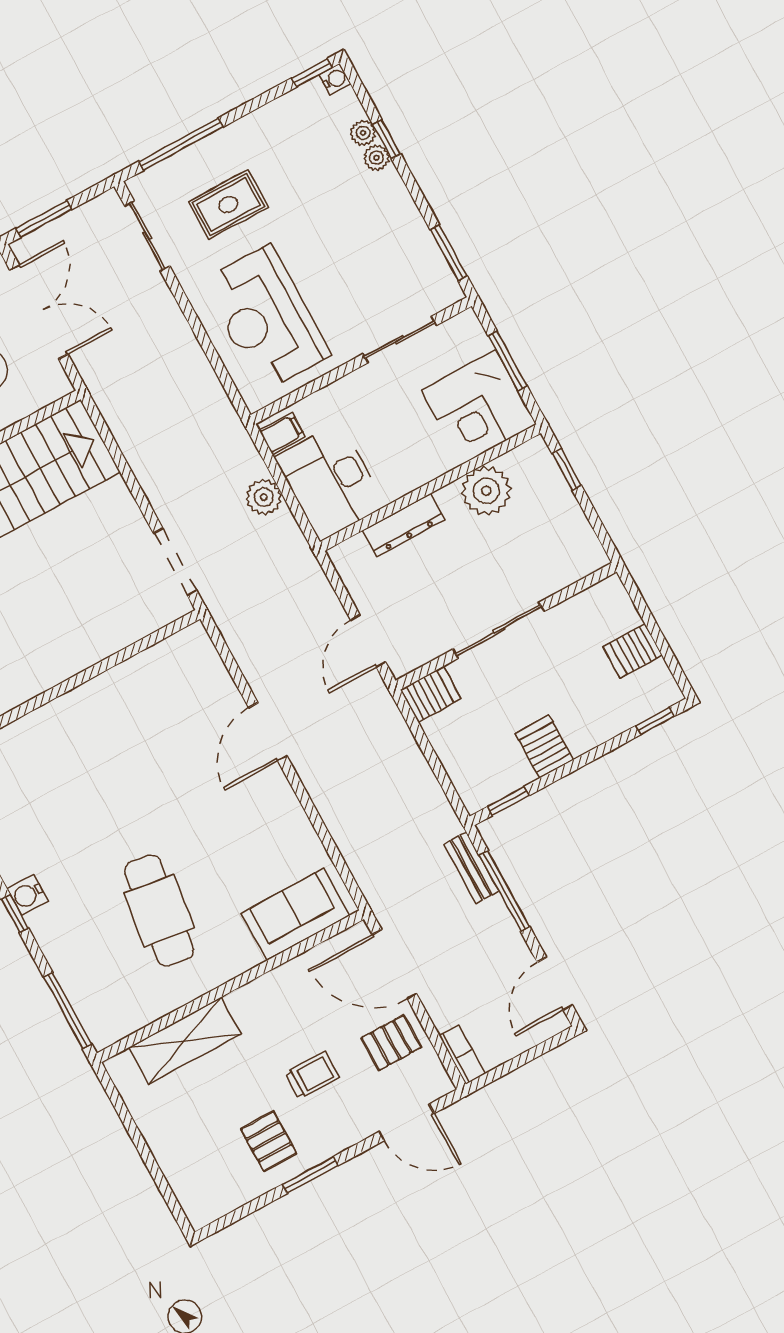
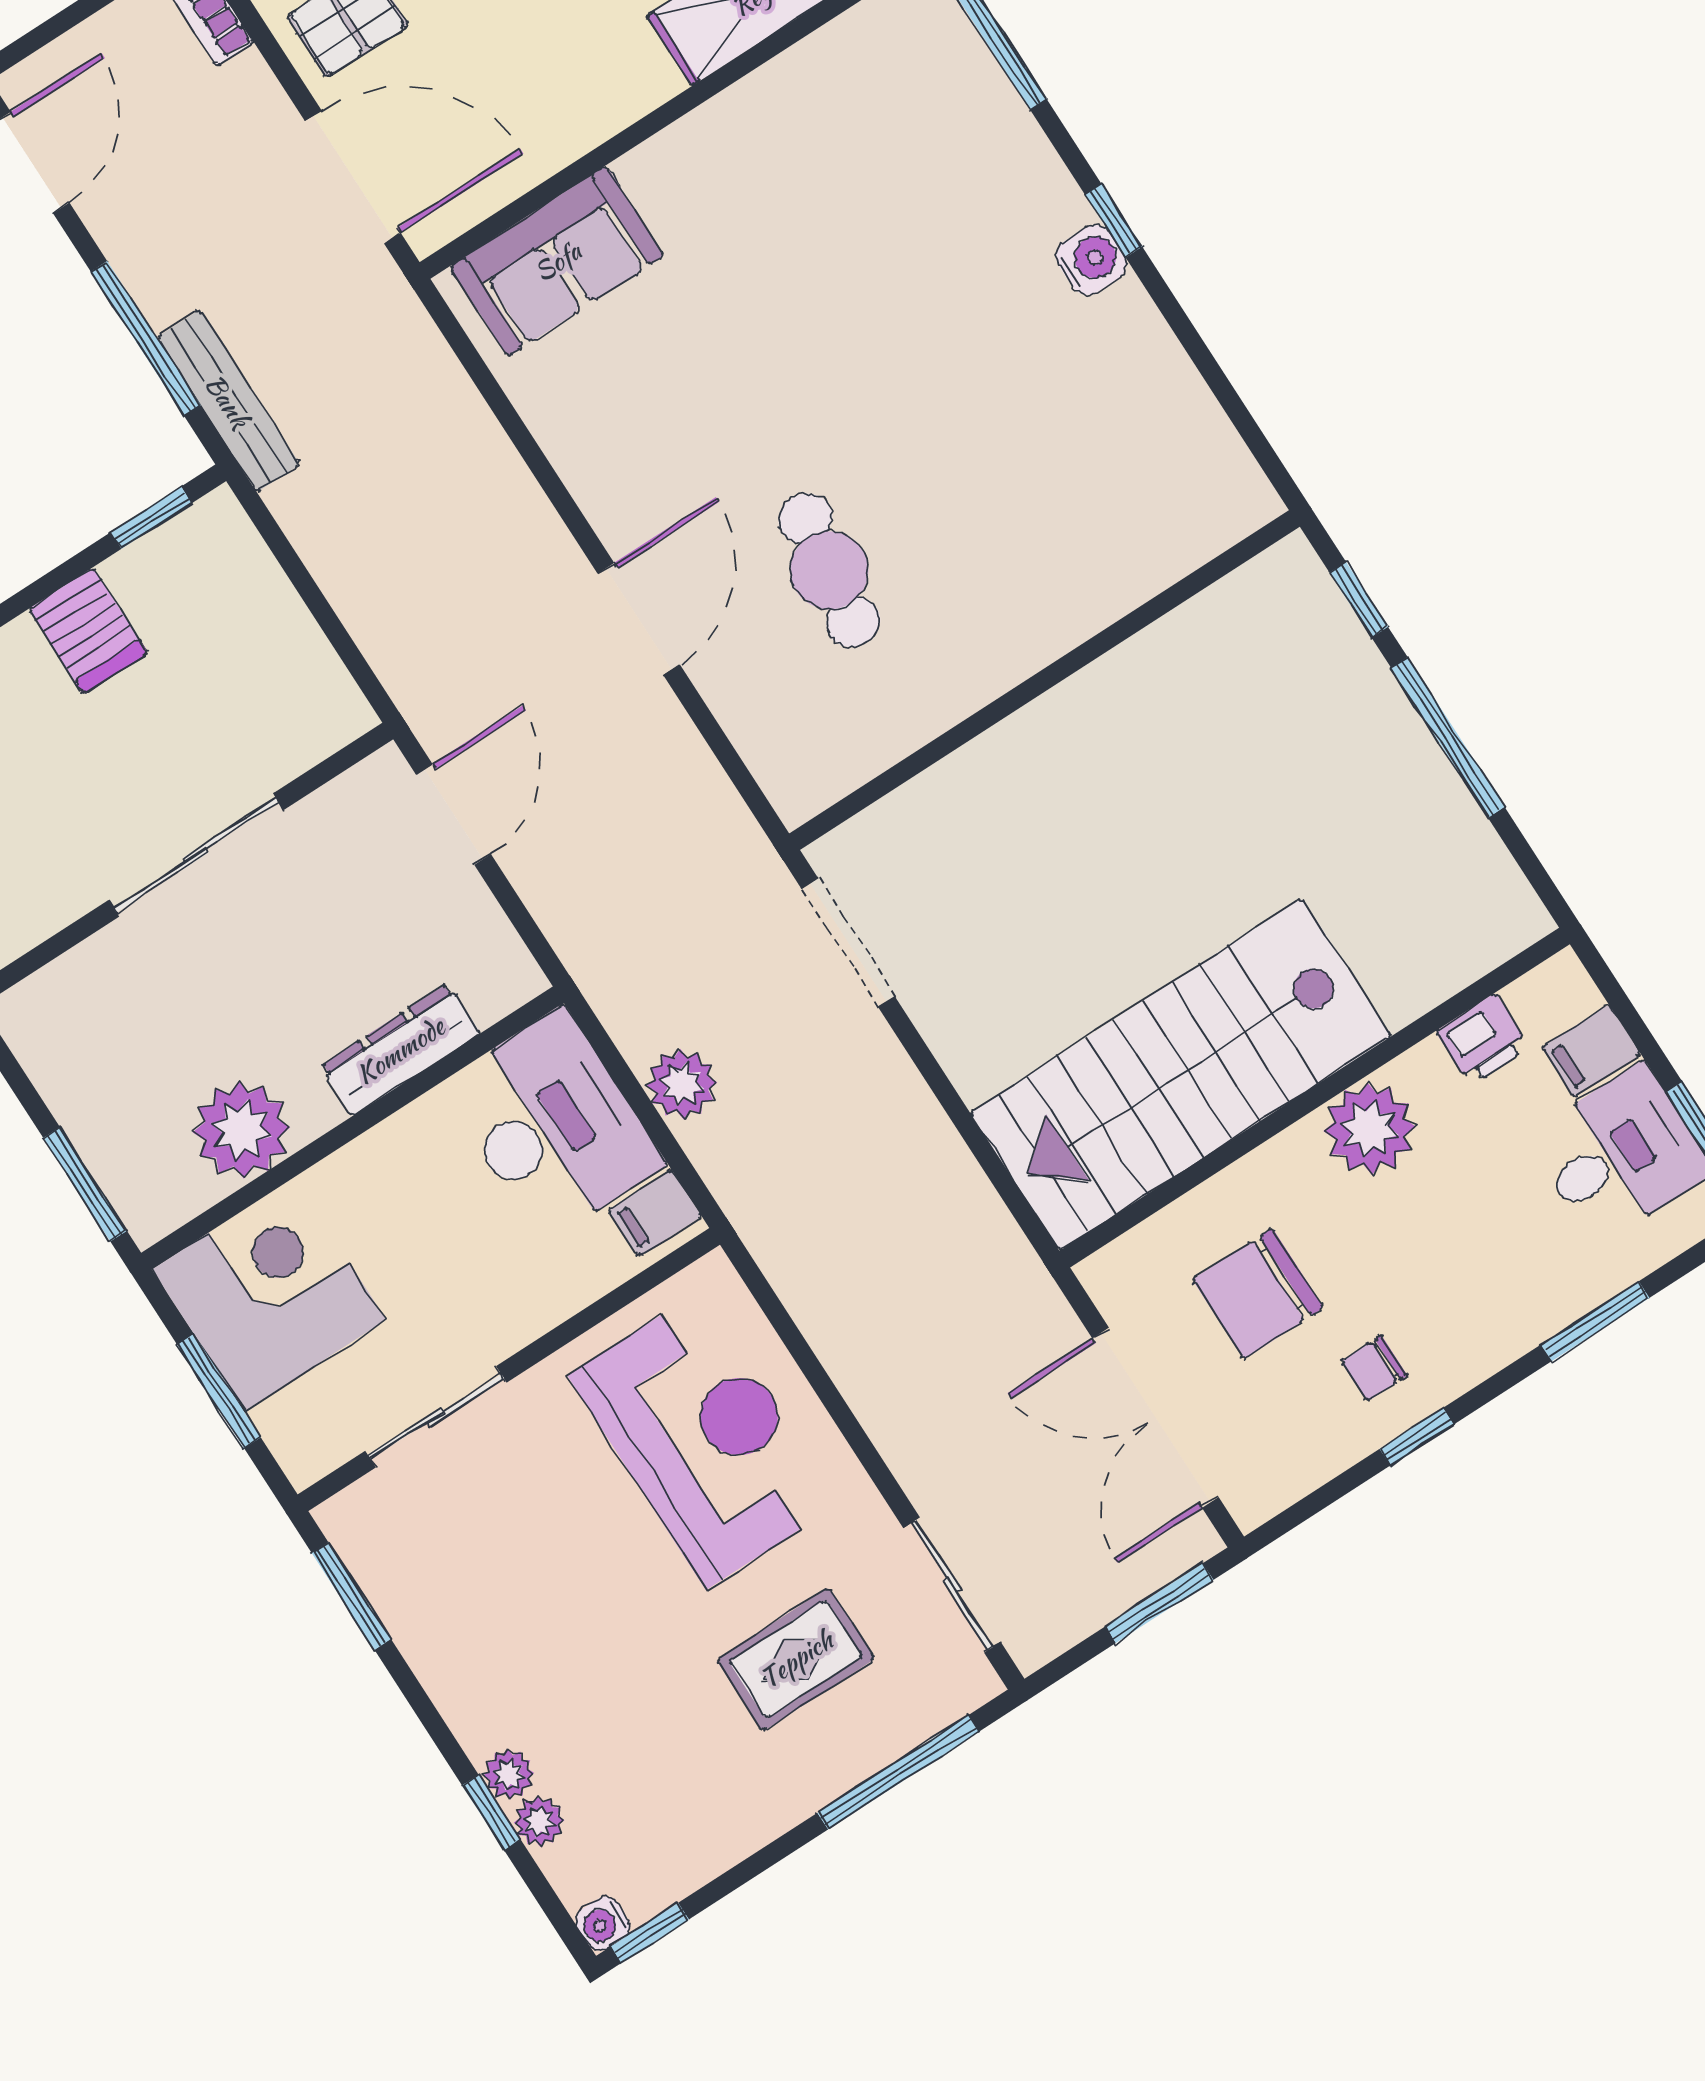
window: (567, 469) -> (85, 1184), width x1.50
server rack: (431, 694) -> (321, 718), removed
bench: (471, 868) -> (228, 401), width x1.36
cafe table: (159, 910) -> (829, 570), moved, width x0.73, depth x0.74

